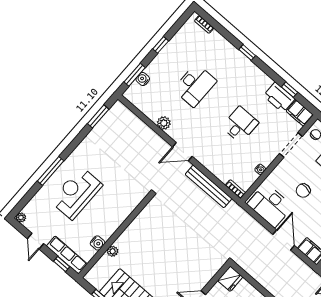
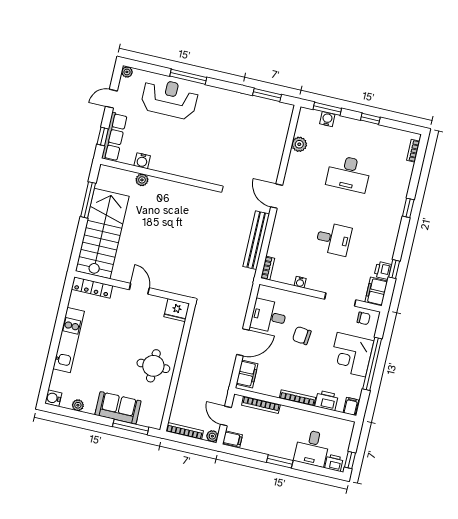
printer: (279, 97) -> (383, 270), width x0.53, depth x0.68
plant: (164, 123) -> (299, 144), moved
reception desk: (76, 193) -> (170, 99), moved
desk: (270, 205) -> (269, 316), width x0.73

